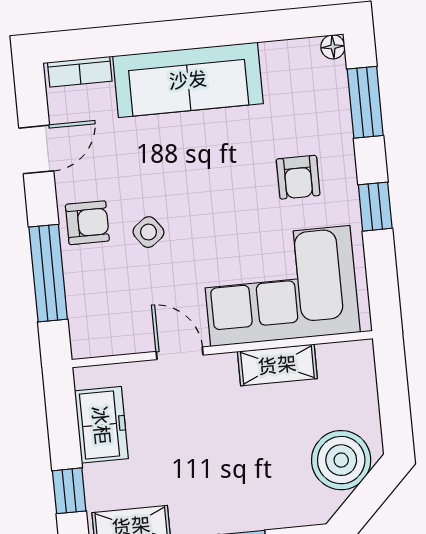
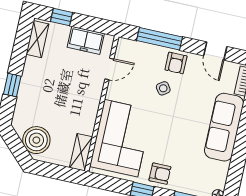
armchair: (298, 177) -> (160, 174), moved, turned 180
door: (180, 353) -> (109, 69), moved
shelving: (277, 365) -> (81, 152), moved

